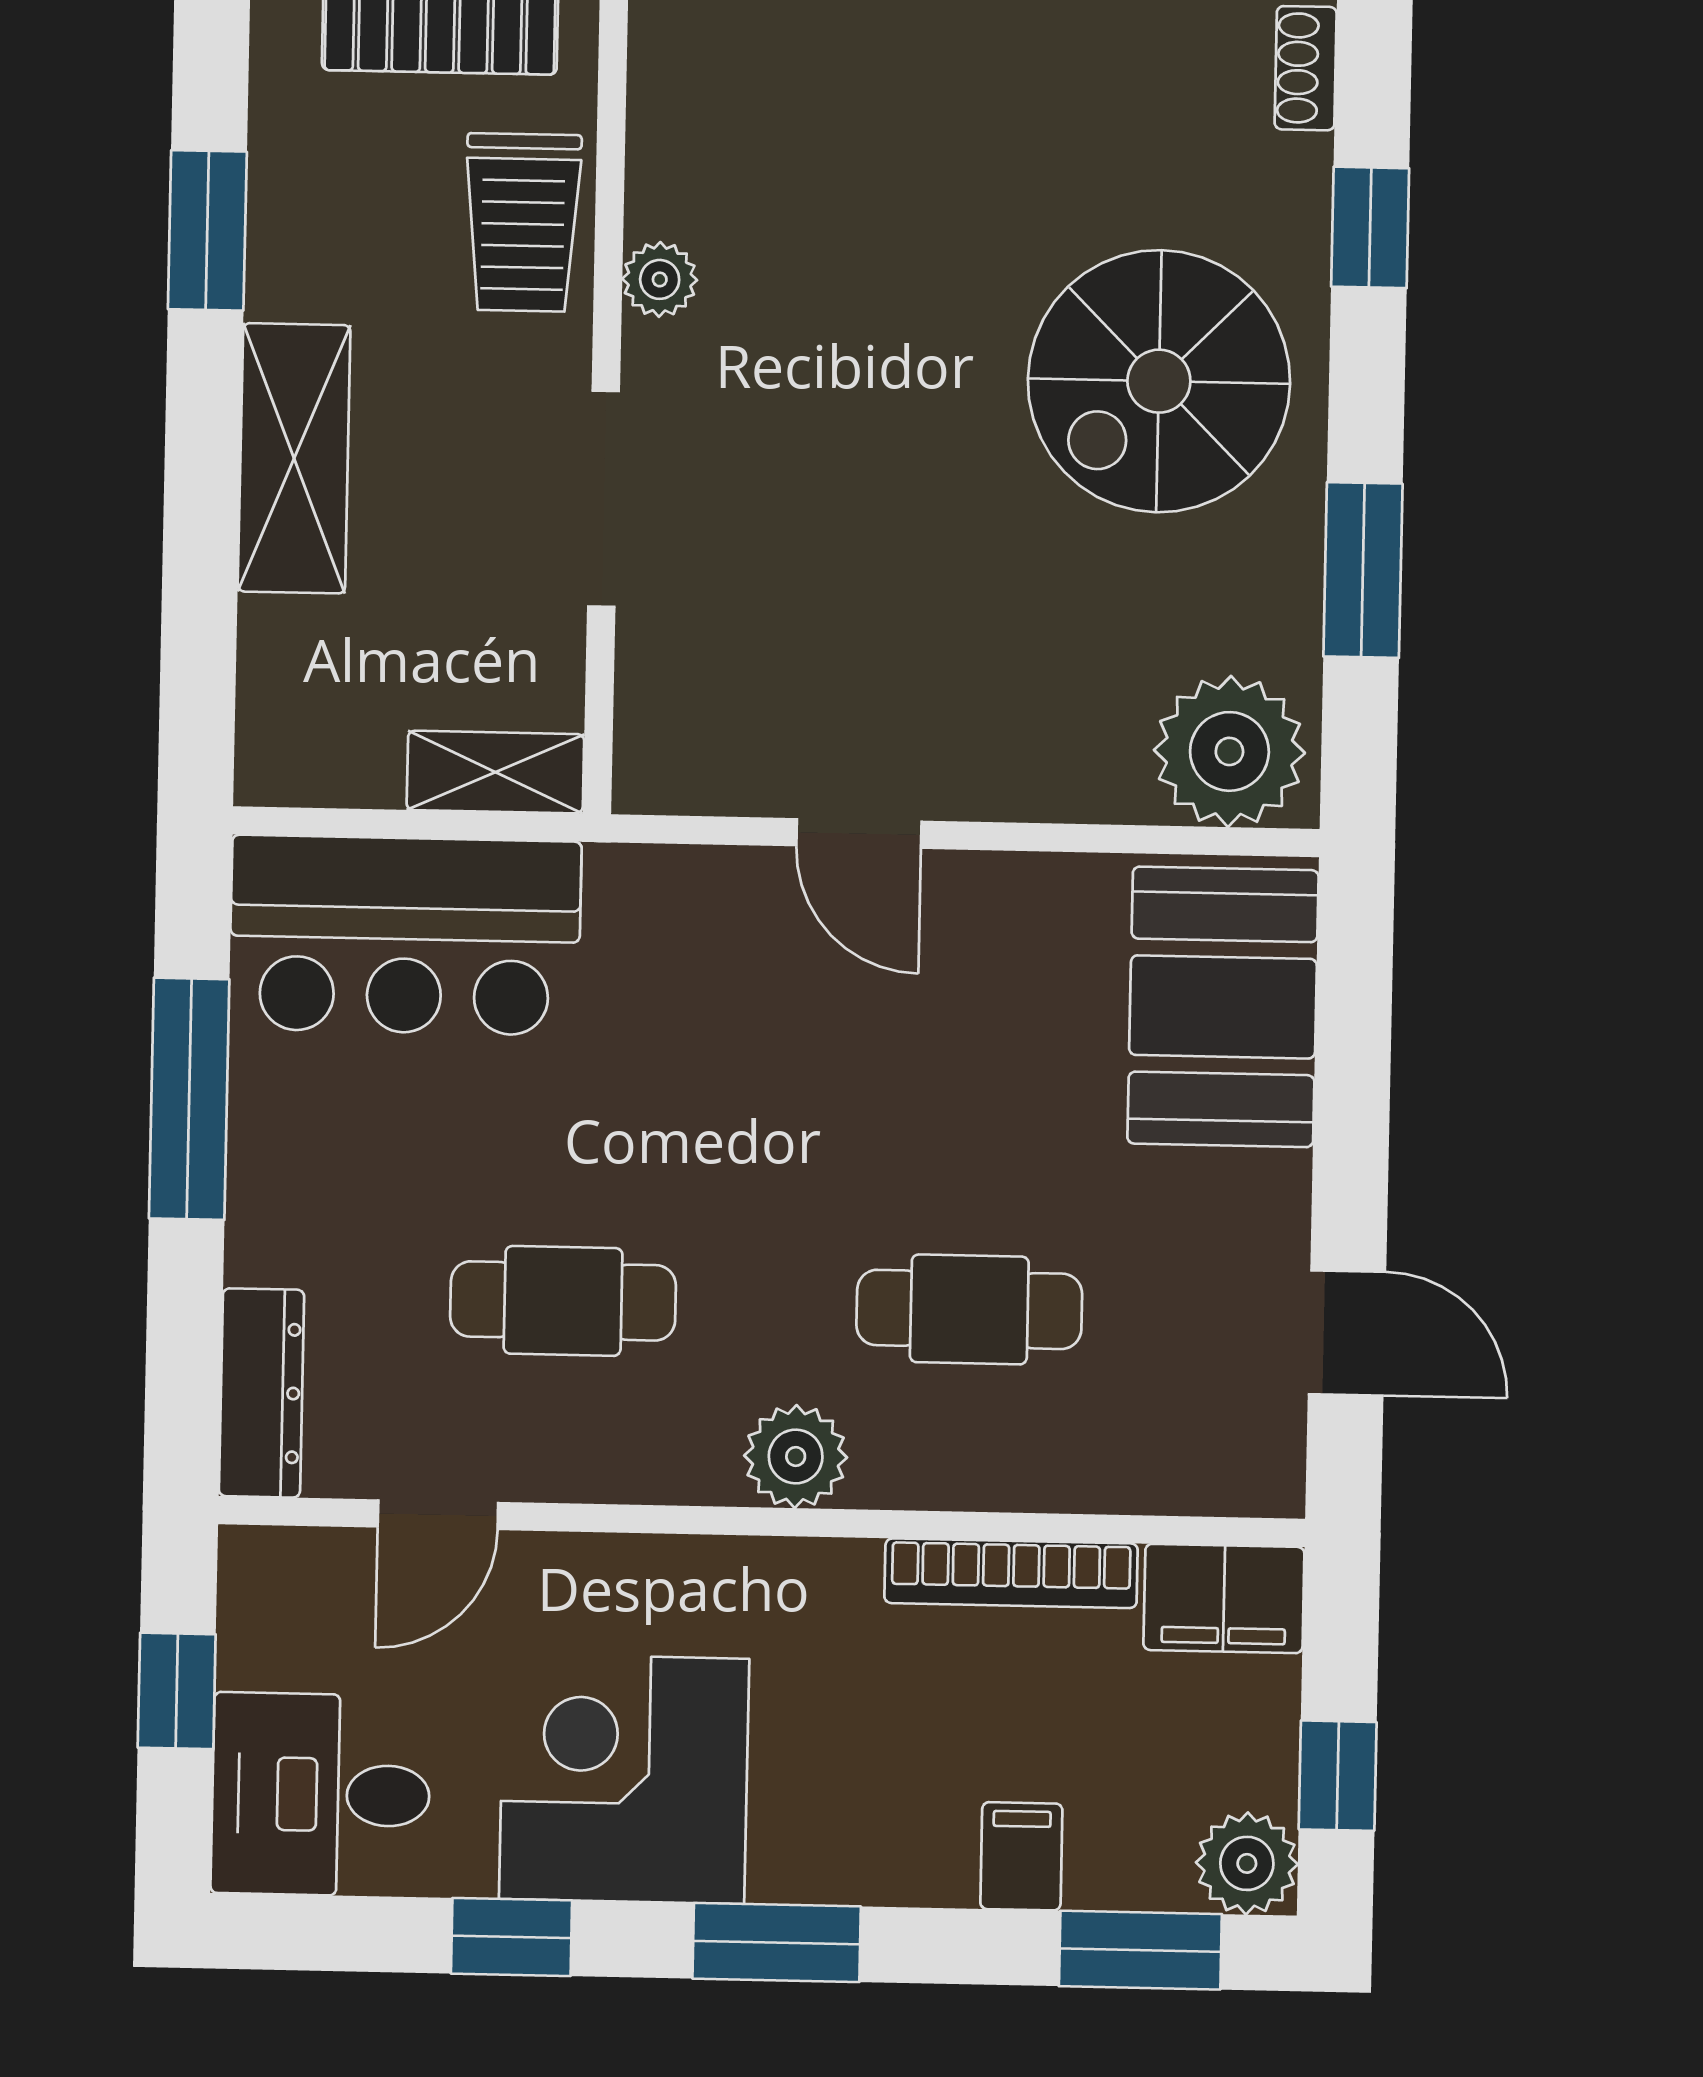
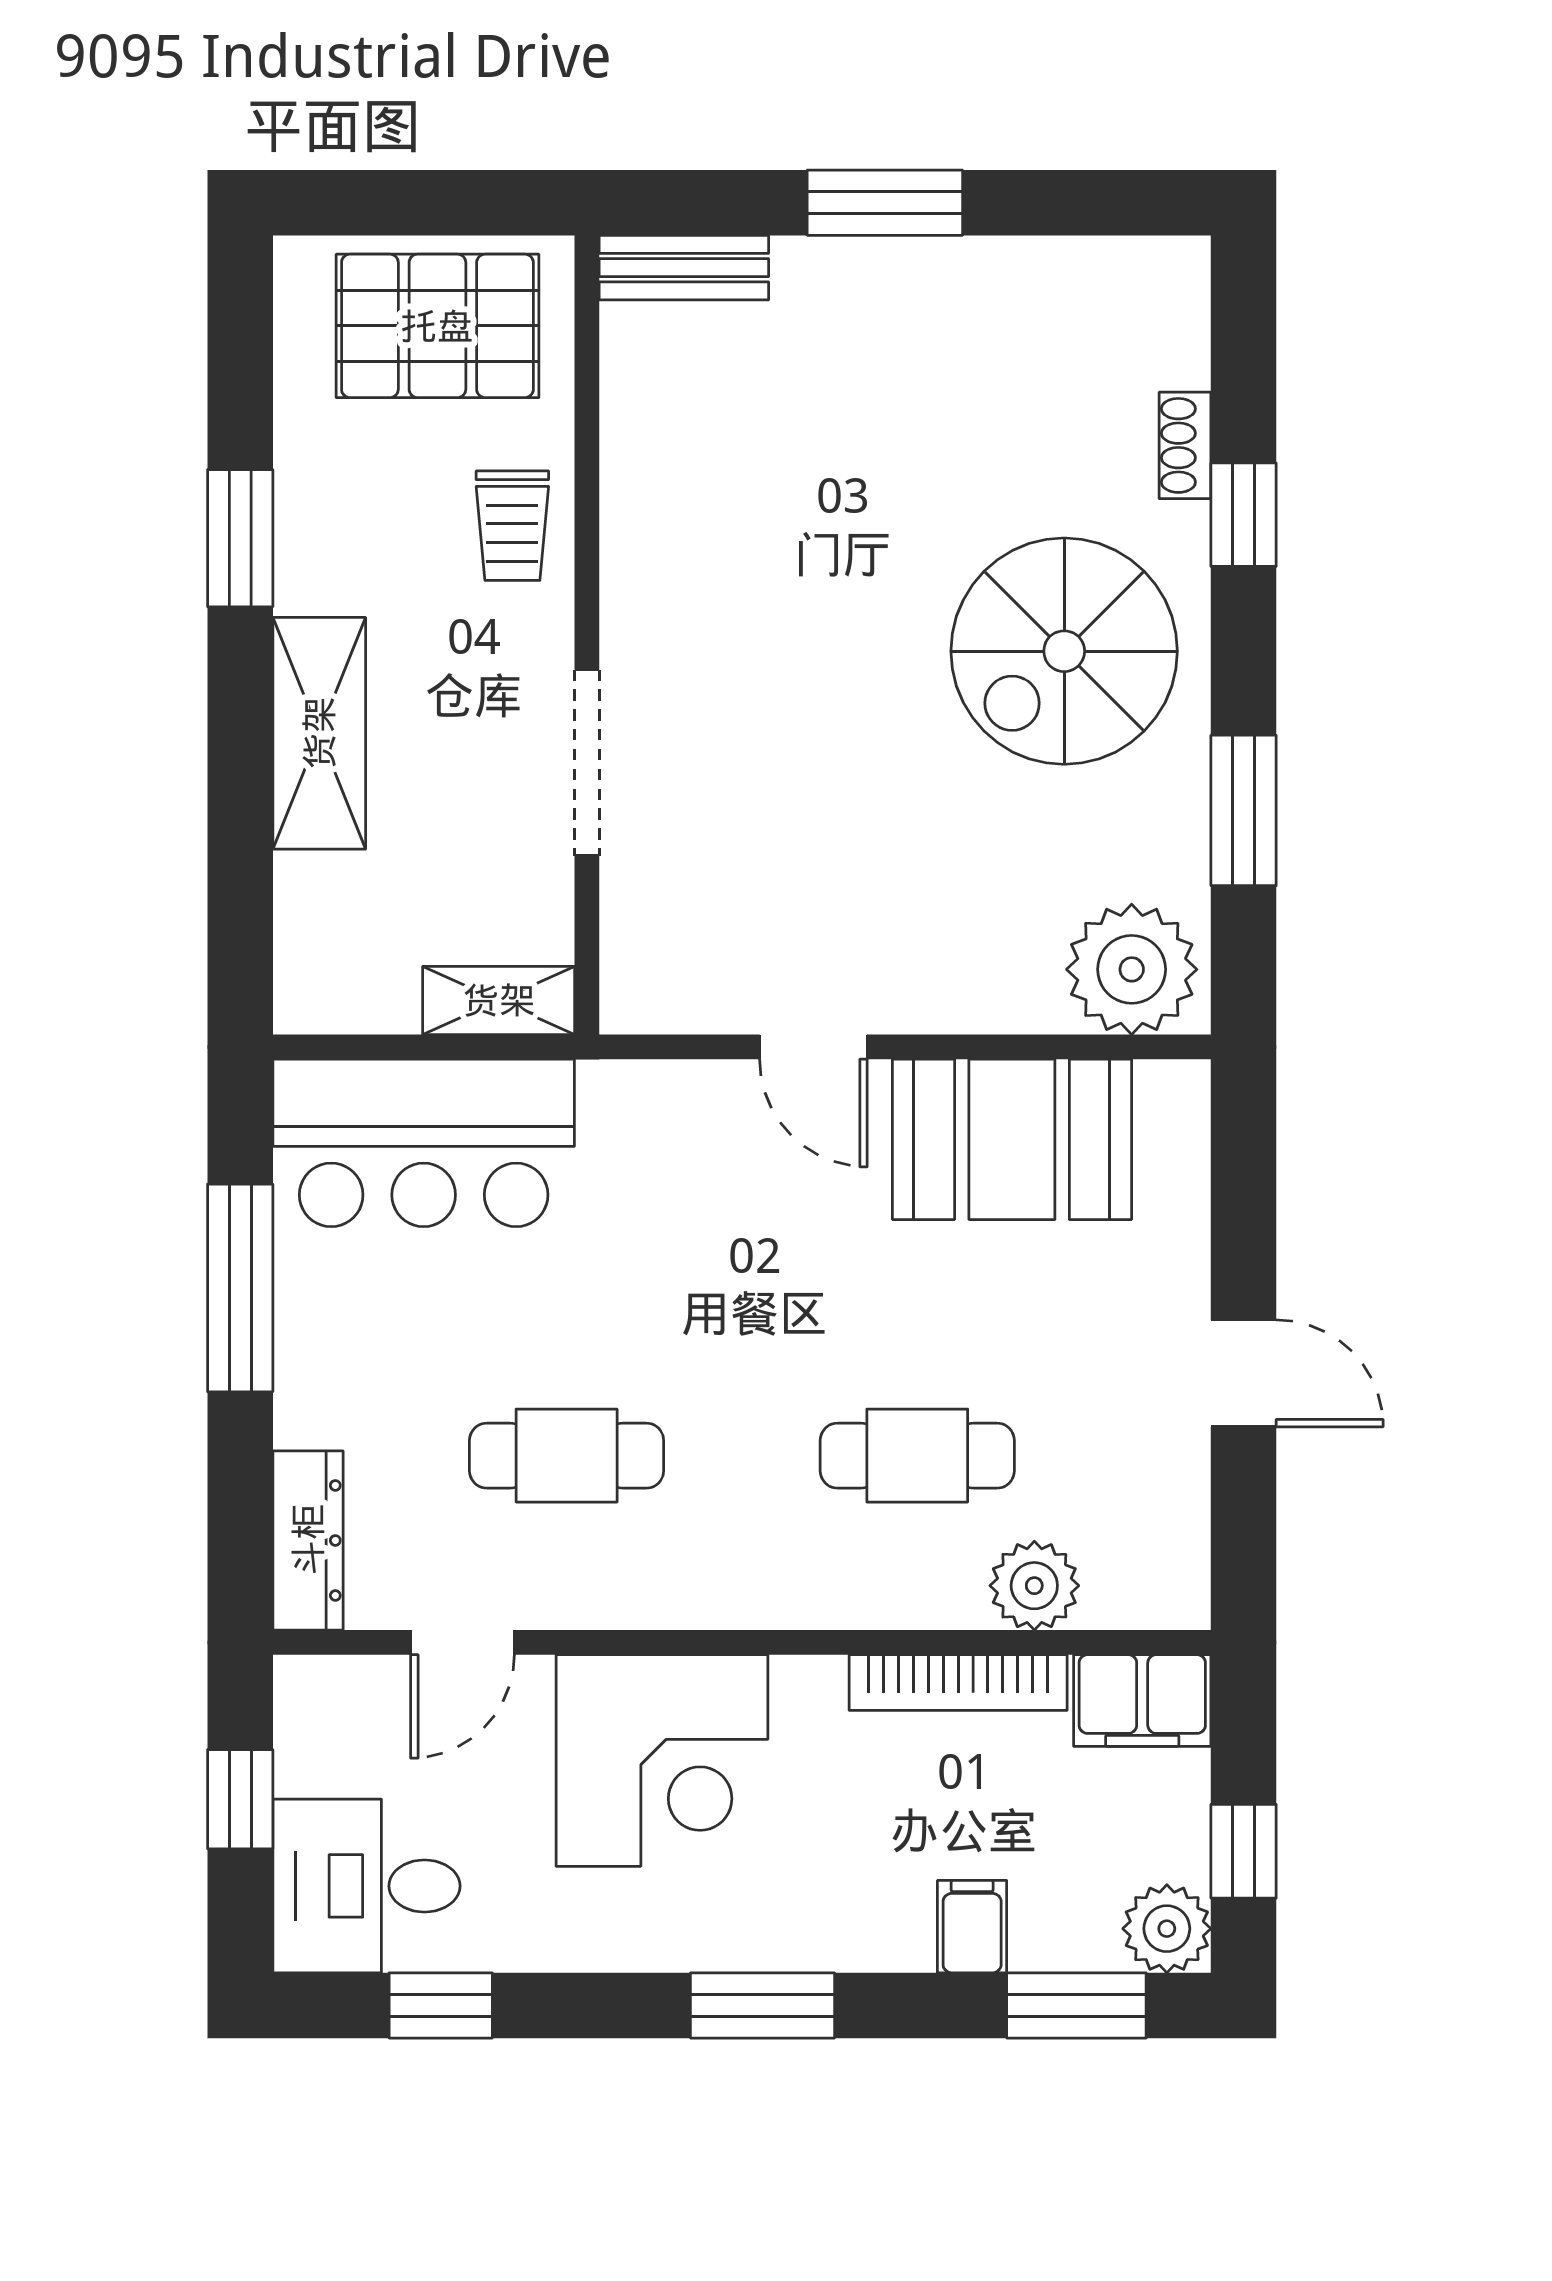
shoe rack: (1306, 68) -> (1185, 445), moved
trolley: (523, 222) -> (512, 526), width x0.73, depth x0.72
plant: (660, 279) -> (631, 572), removed
booth: (1223, 1007) -> (1012, 1139), moved, turned 90
door: (1347, 1333) -> (1244, 1373), moved
plant: (796, 1456) -> (1034, 1586), moved
corner desk: (624, 1779) -> (662, 1761), moved, turned 180
window: (511, 1937) -> (441, 2005), moved

